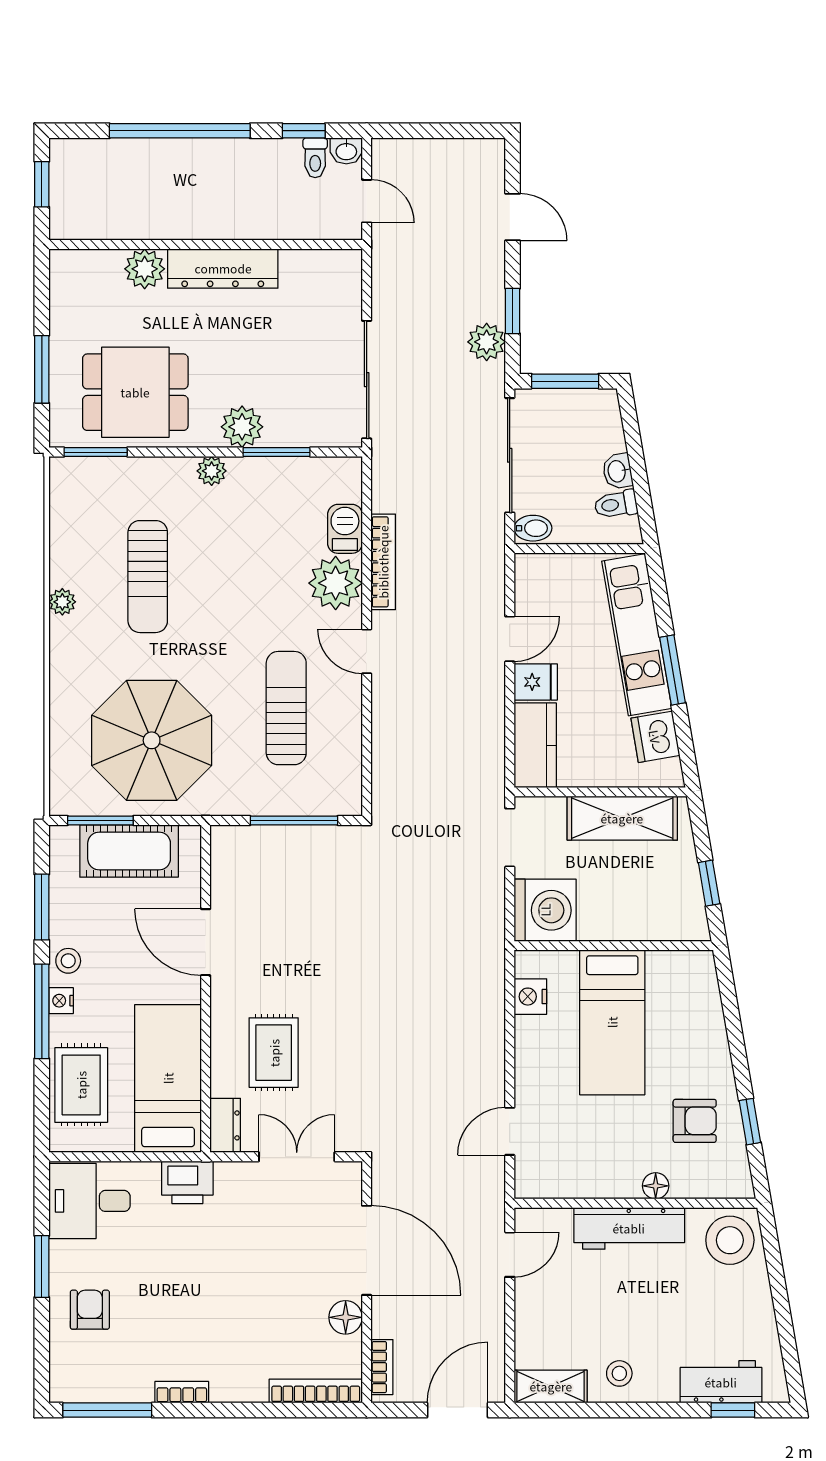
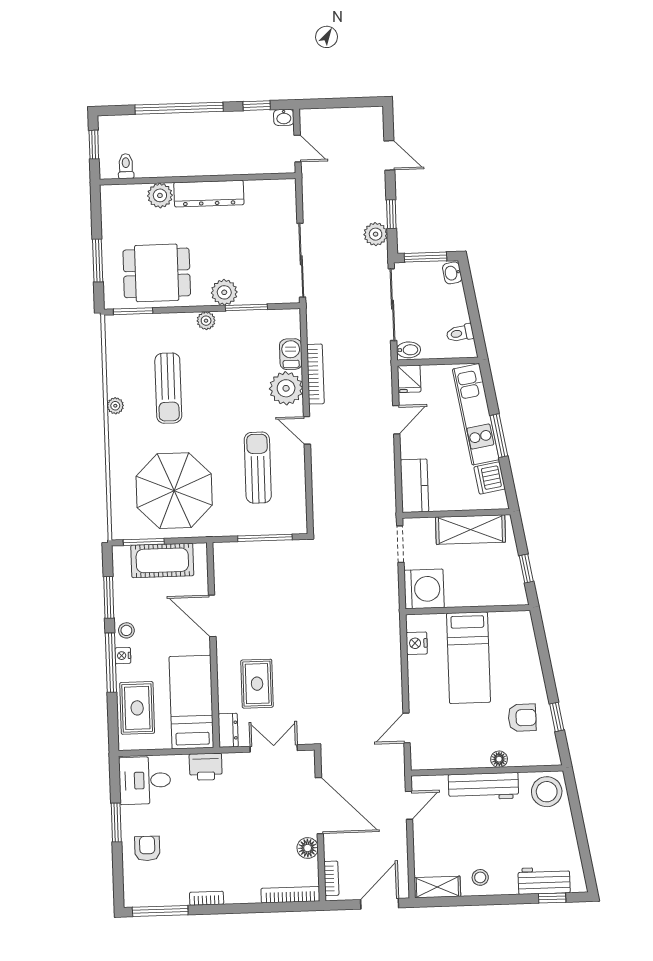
toilet: (315, 158) -> (126, 166), moved, turned 180
washbasin: (617, 471) -> (452, 273), moved
fridge: (536, 682) -> (409, 379), moved, turned 90

